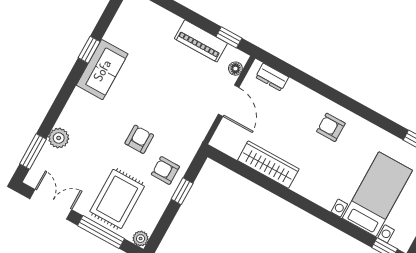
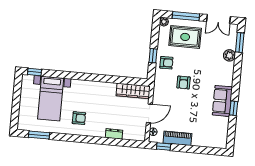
dresser: (272, 77) -> (114, 134), moved
door: (229, 101) -> (149, 113), swing flipped
armchair: (331, 127) -> (79, 118), moved
armchair: (139, 139) -> (184, 83), moved
wardrobe: (268, 165) -> (133, 91), moved
rug: (117, 199) -> (185, 37), turned 90

